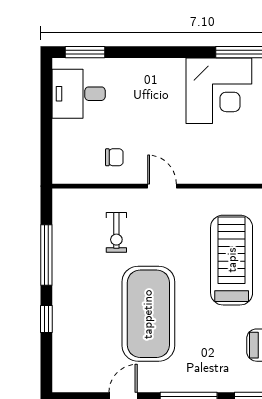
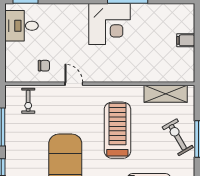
exercise bike: (116, 232) -> (28, 101), moved

